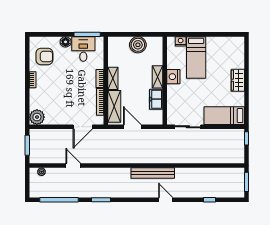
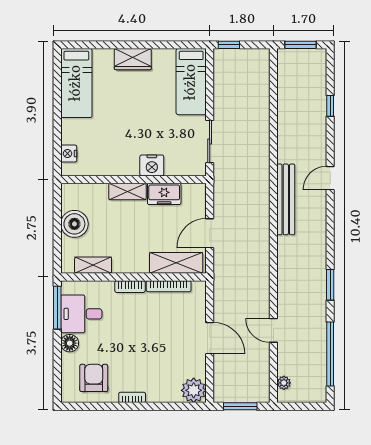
bed: (196, 57) -> (76, 83), moved, turned 90
nightstand: (173, 77) -> (152, 165), moved
shelving: (113, 78) -> (93, 265), moved
door: (83, 127) -> (210, 338), moved
door: (73, 165) -> (273, 330), hinge flipped

